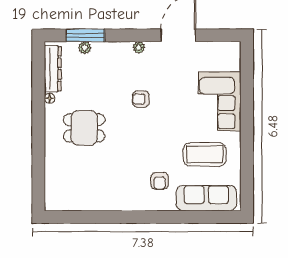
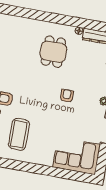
corner sofa: (220, 101) -> (77, 156), moved

